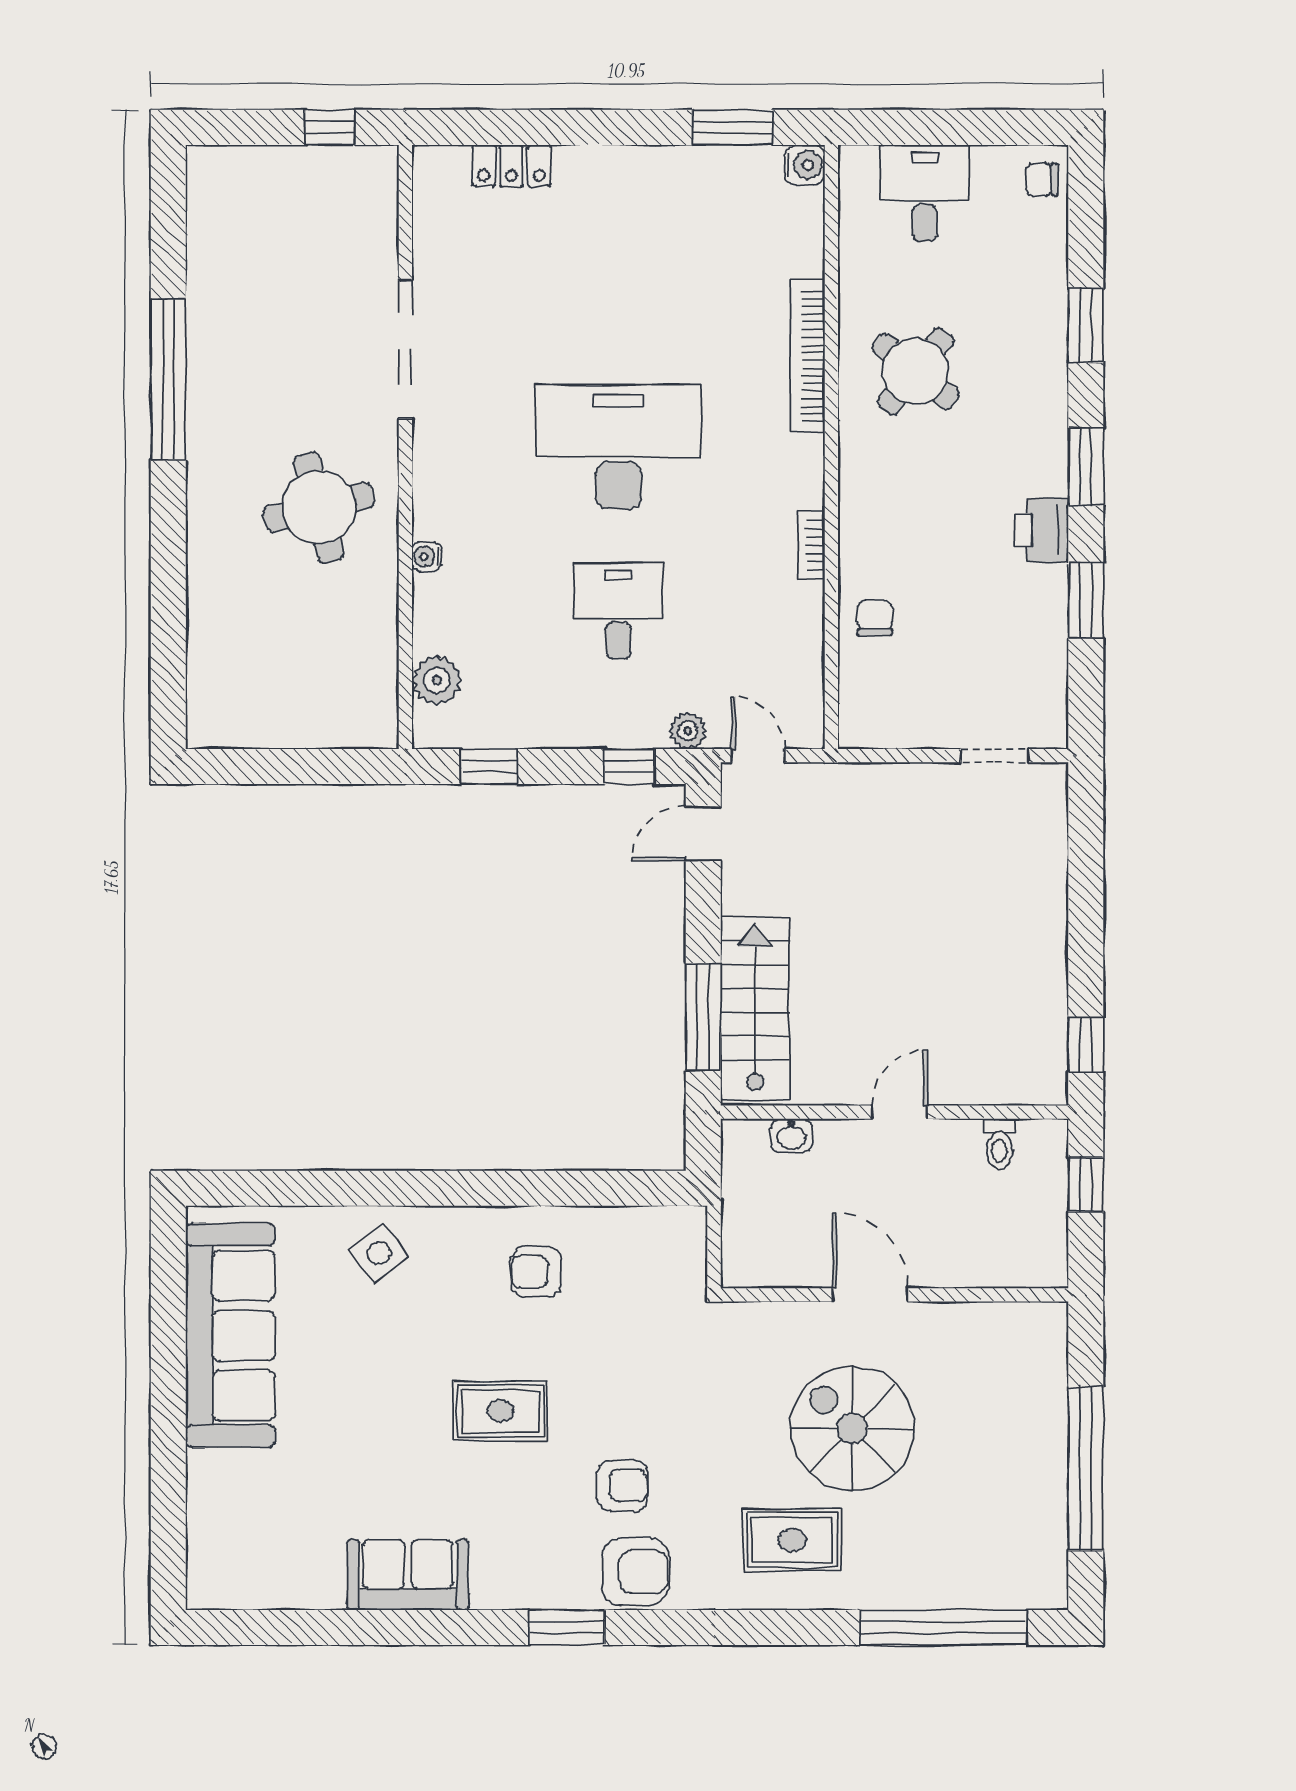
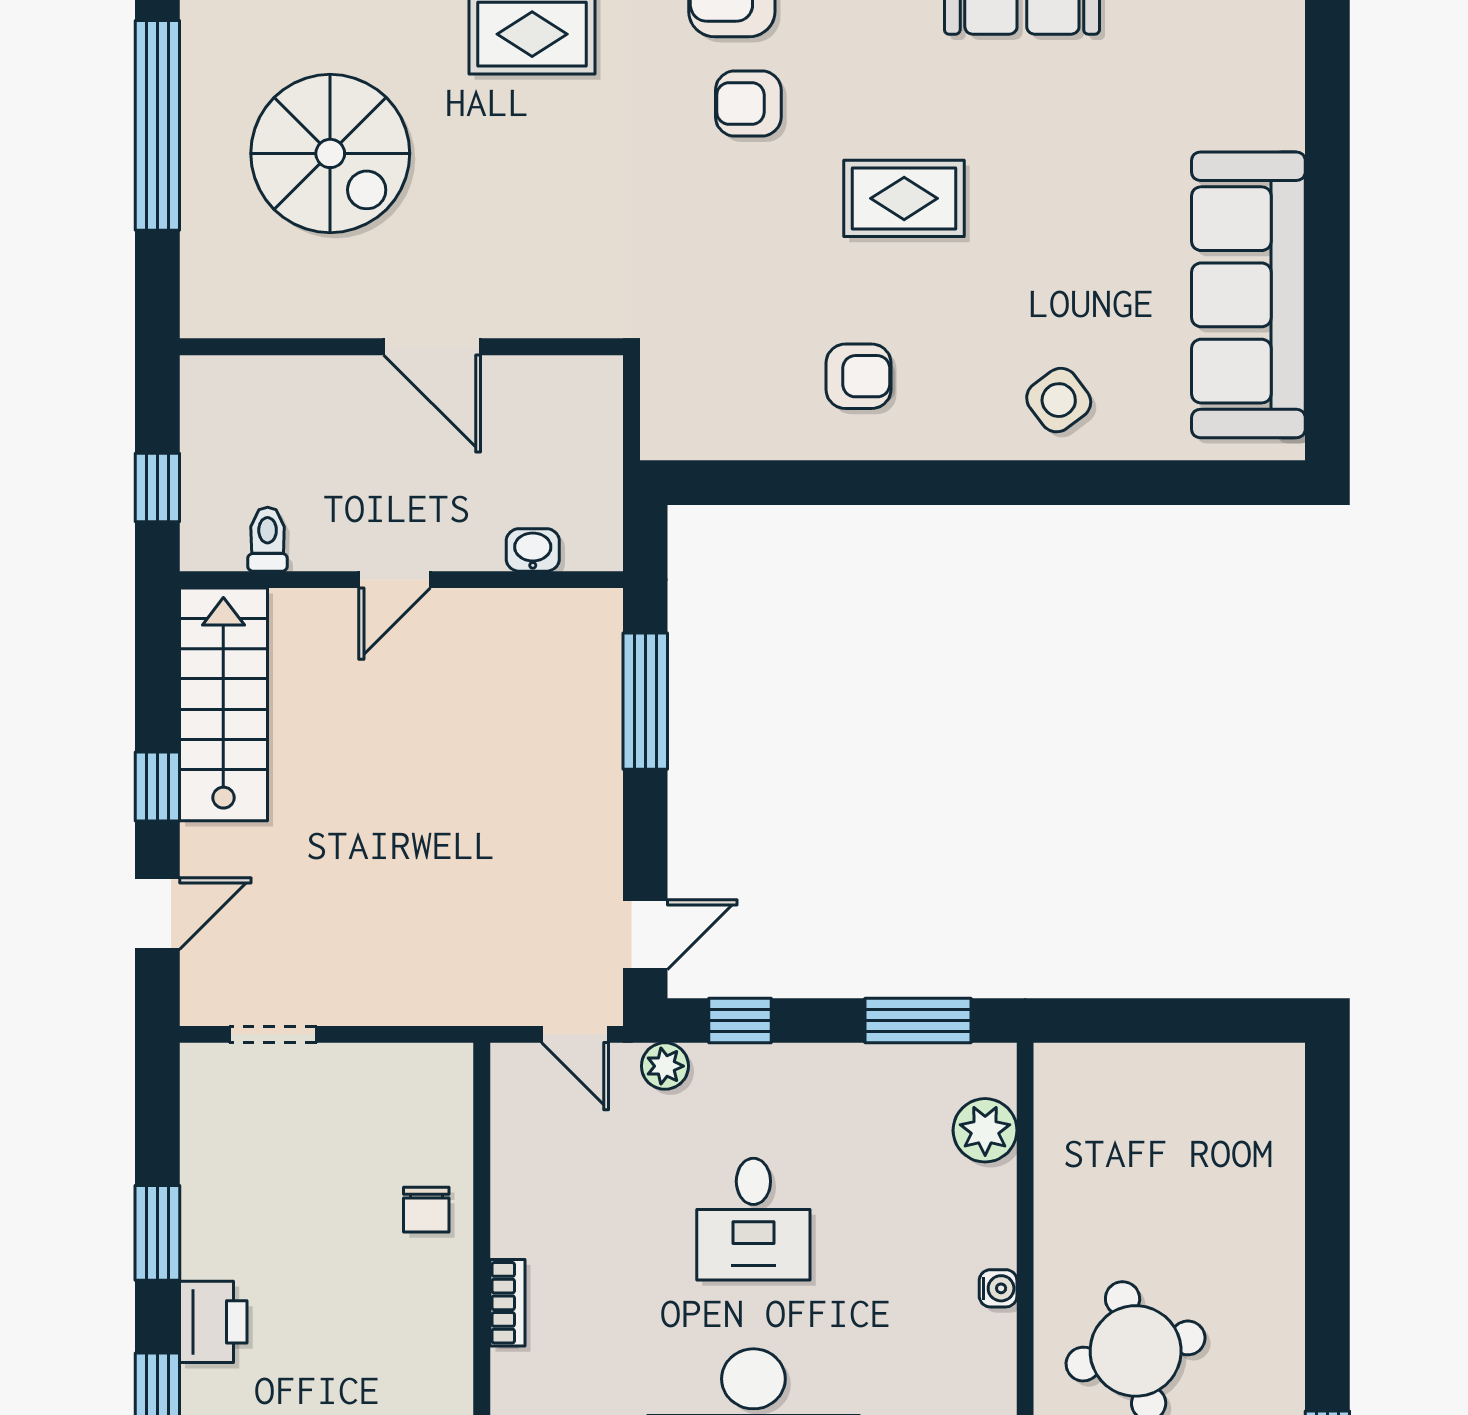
window: (489, 767) -> (918, 1020), width x1.50
door: (1086, 850) -> (157, 914), added
stairs: (755, 1009) -> (223, 704), moved, turned 180
window: (1086, 1045) -> (157, 787), moved
spiral stairs: (852, 1428) -> (330, 153), moved

